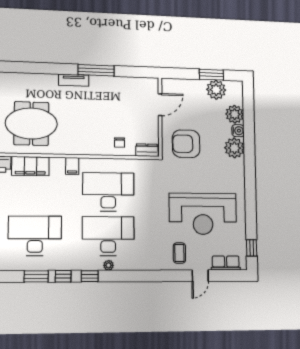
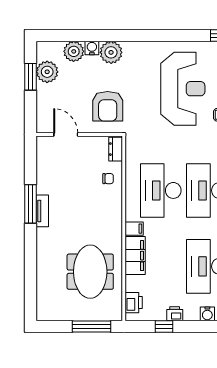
tv unit: (74, 80) -> (42, 211), moved
filing cabinet: (30, 166) -> (135, 256), moved

